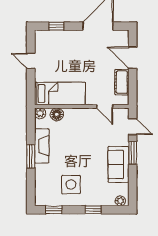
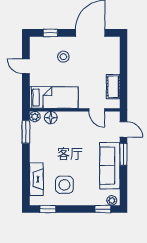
stool: (70, 51) -> (63, 57), added
door: (133, 58) -> (123, 63), removed
fireplace: (42, 146) -> (36, 179), moved
window: (31, 156) -> (26, 132), moved
sofa: (118, 164) -> (110, 166), width x1.36
window: (93, 210) -> (103, 209), moved

